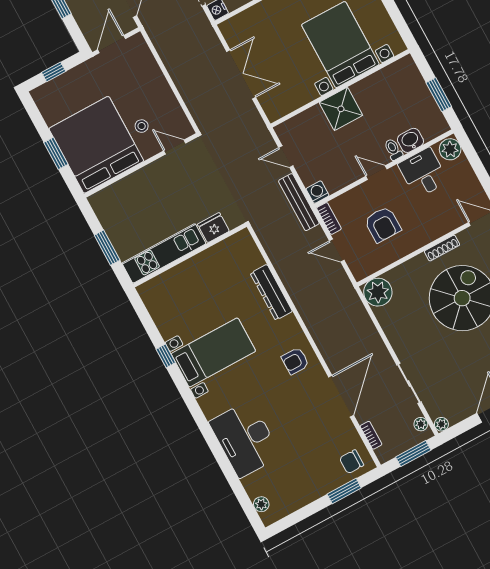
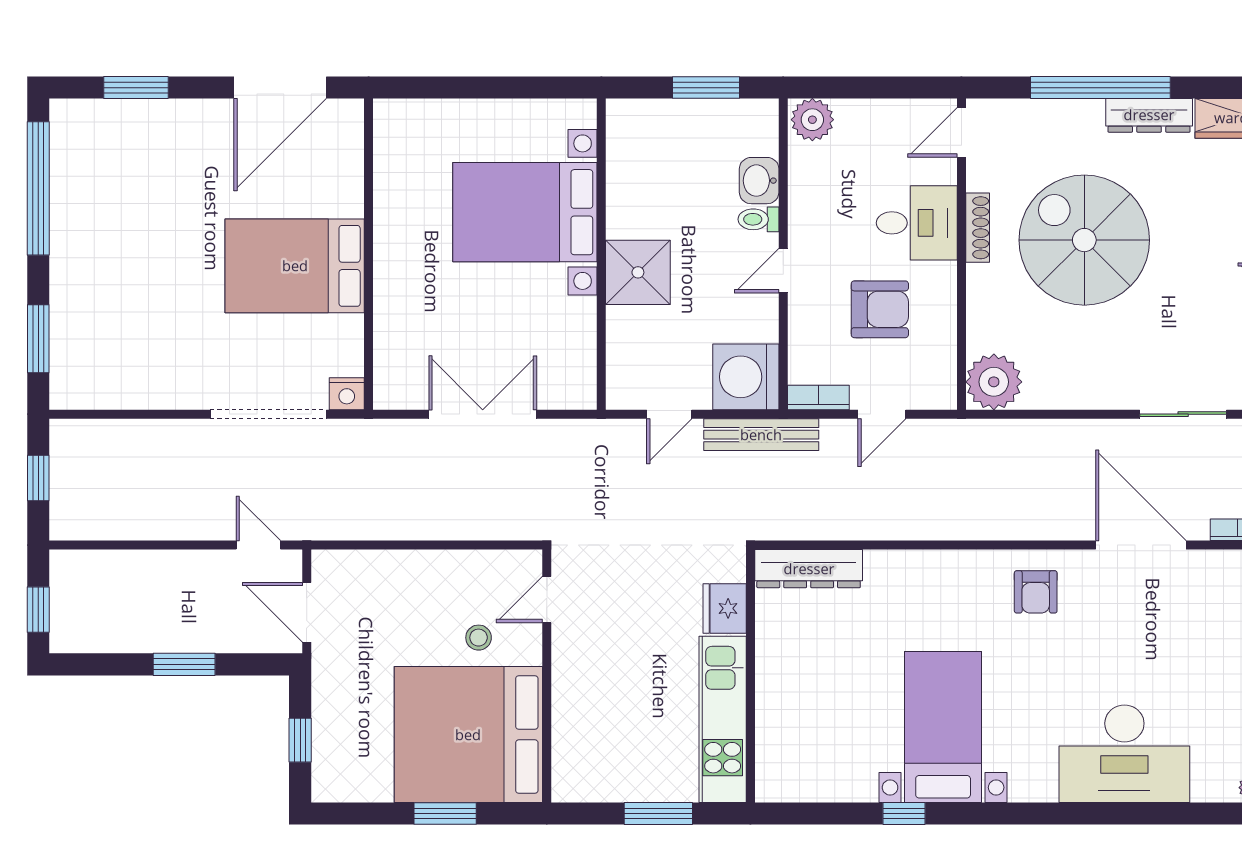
desk: (423, 173) -> (917, 223), moved, turned 180
washing machine: (318, 192) -> (746, 377), width x1.89, depth x1.89
dresser: (271, 292) -> (809, 569), moved

